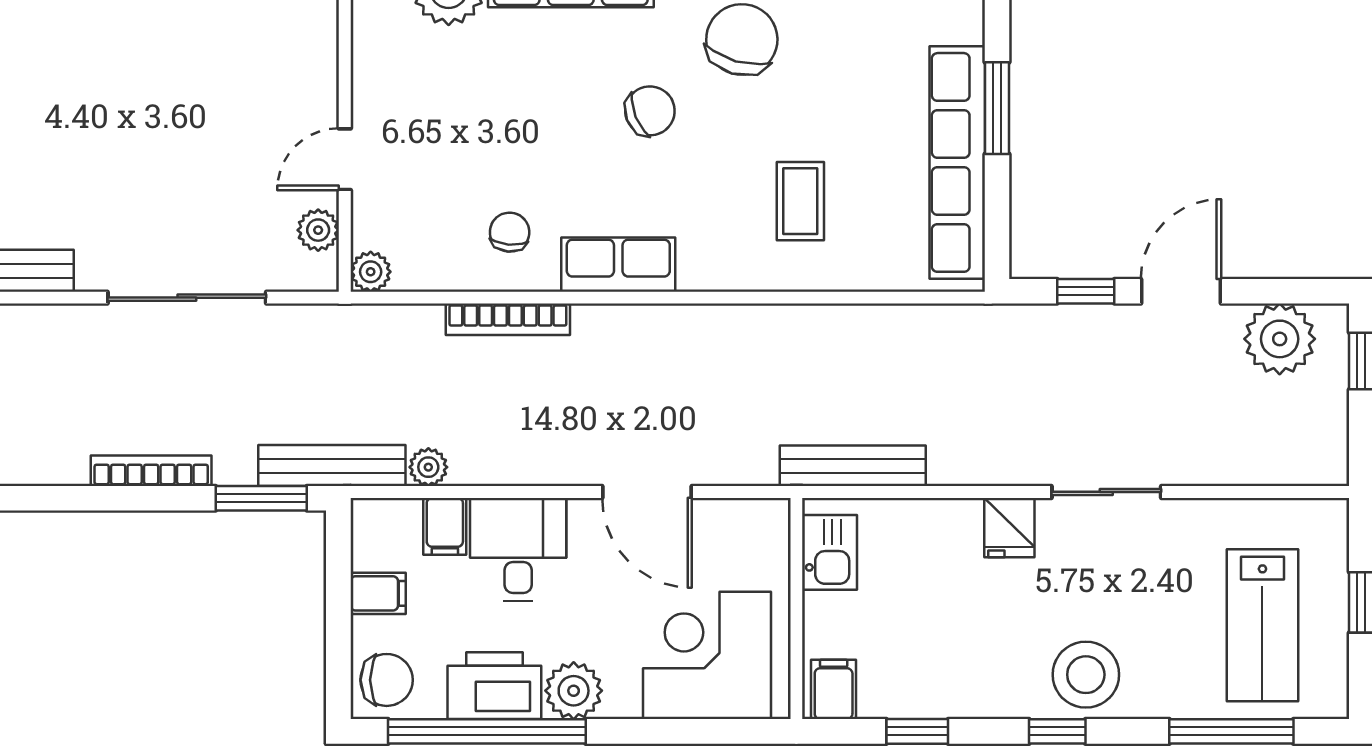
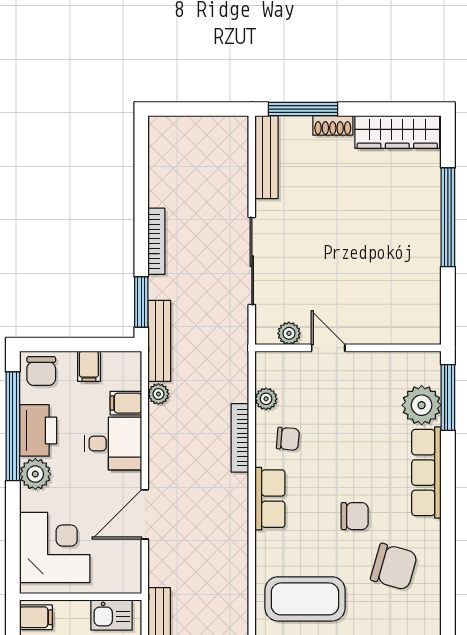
chair: (650, 111) -> (355, 516), turned -68
coffee table: (800, 201) -> (305, 599), width x1.86, depth x1.72
plant: (371, 272) -> (266, 399), moved

